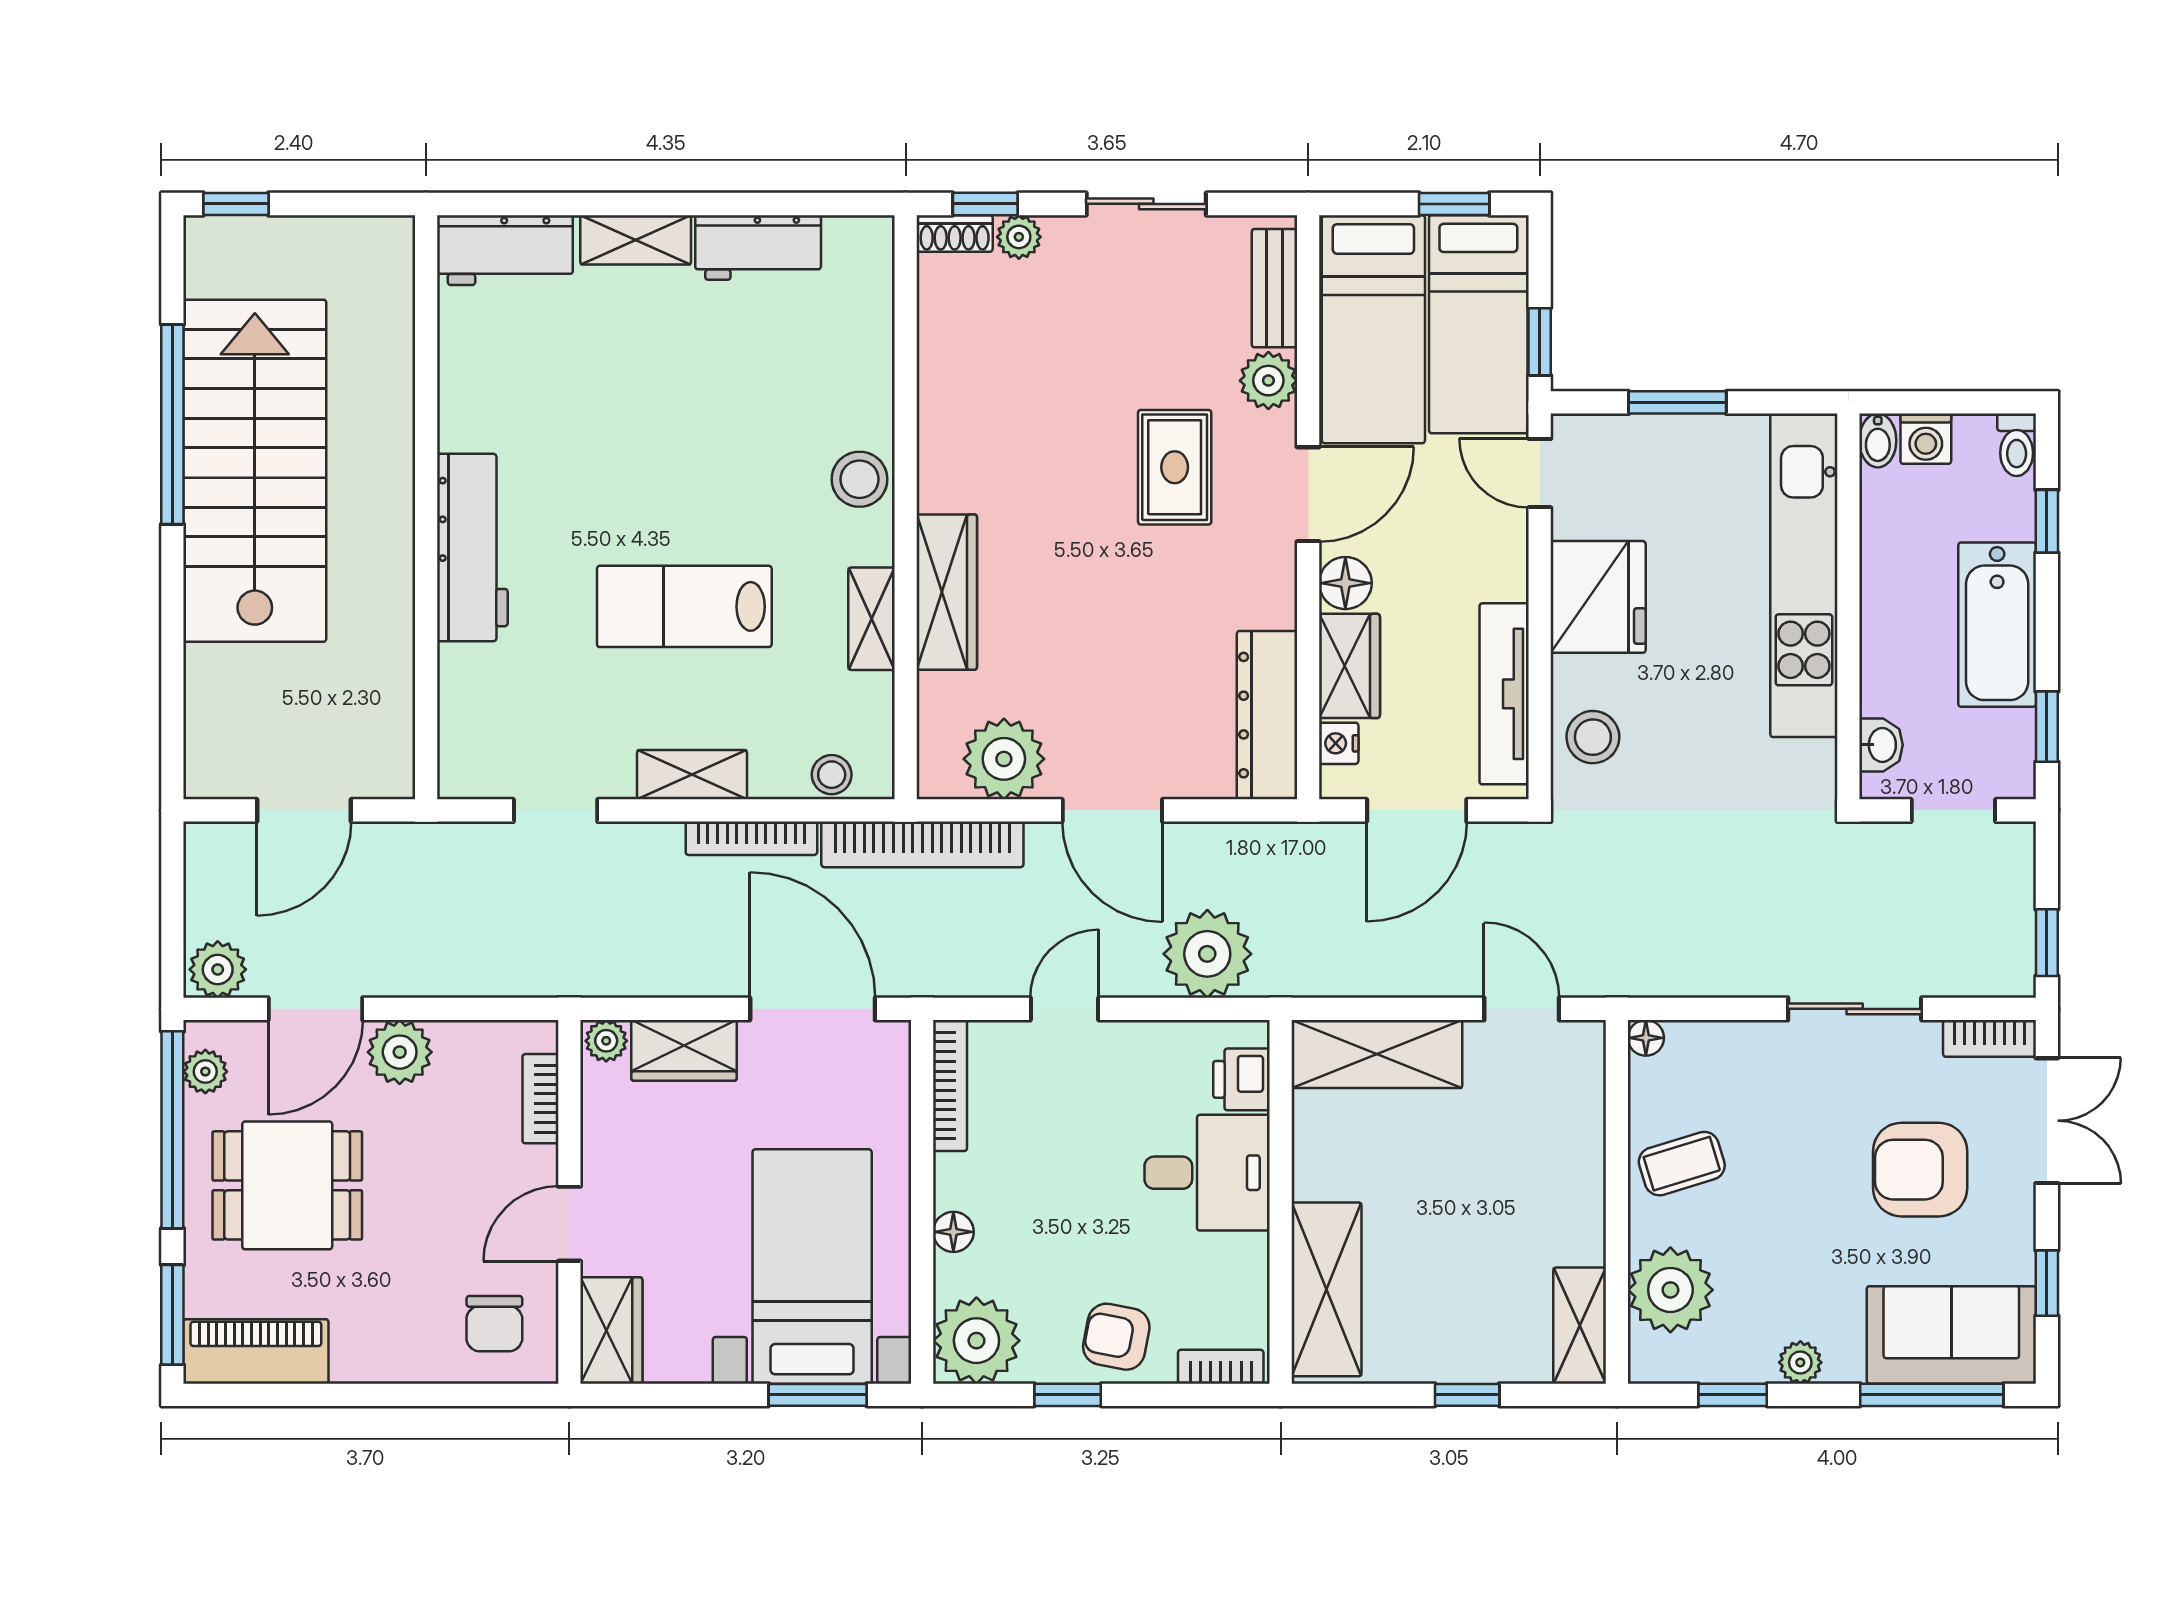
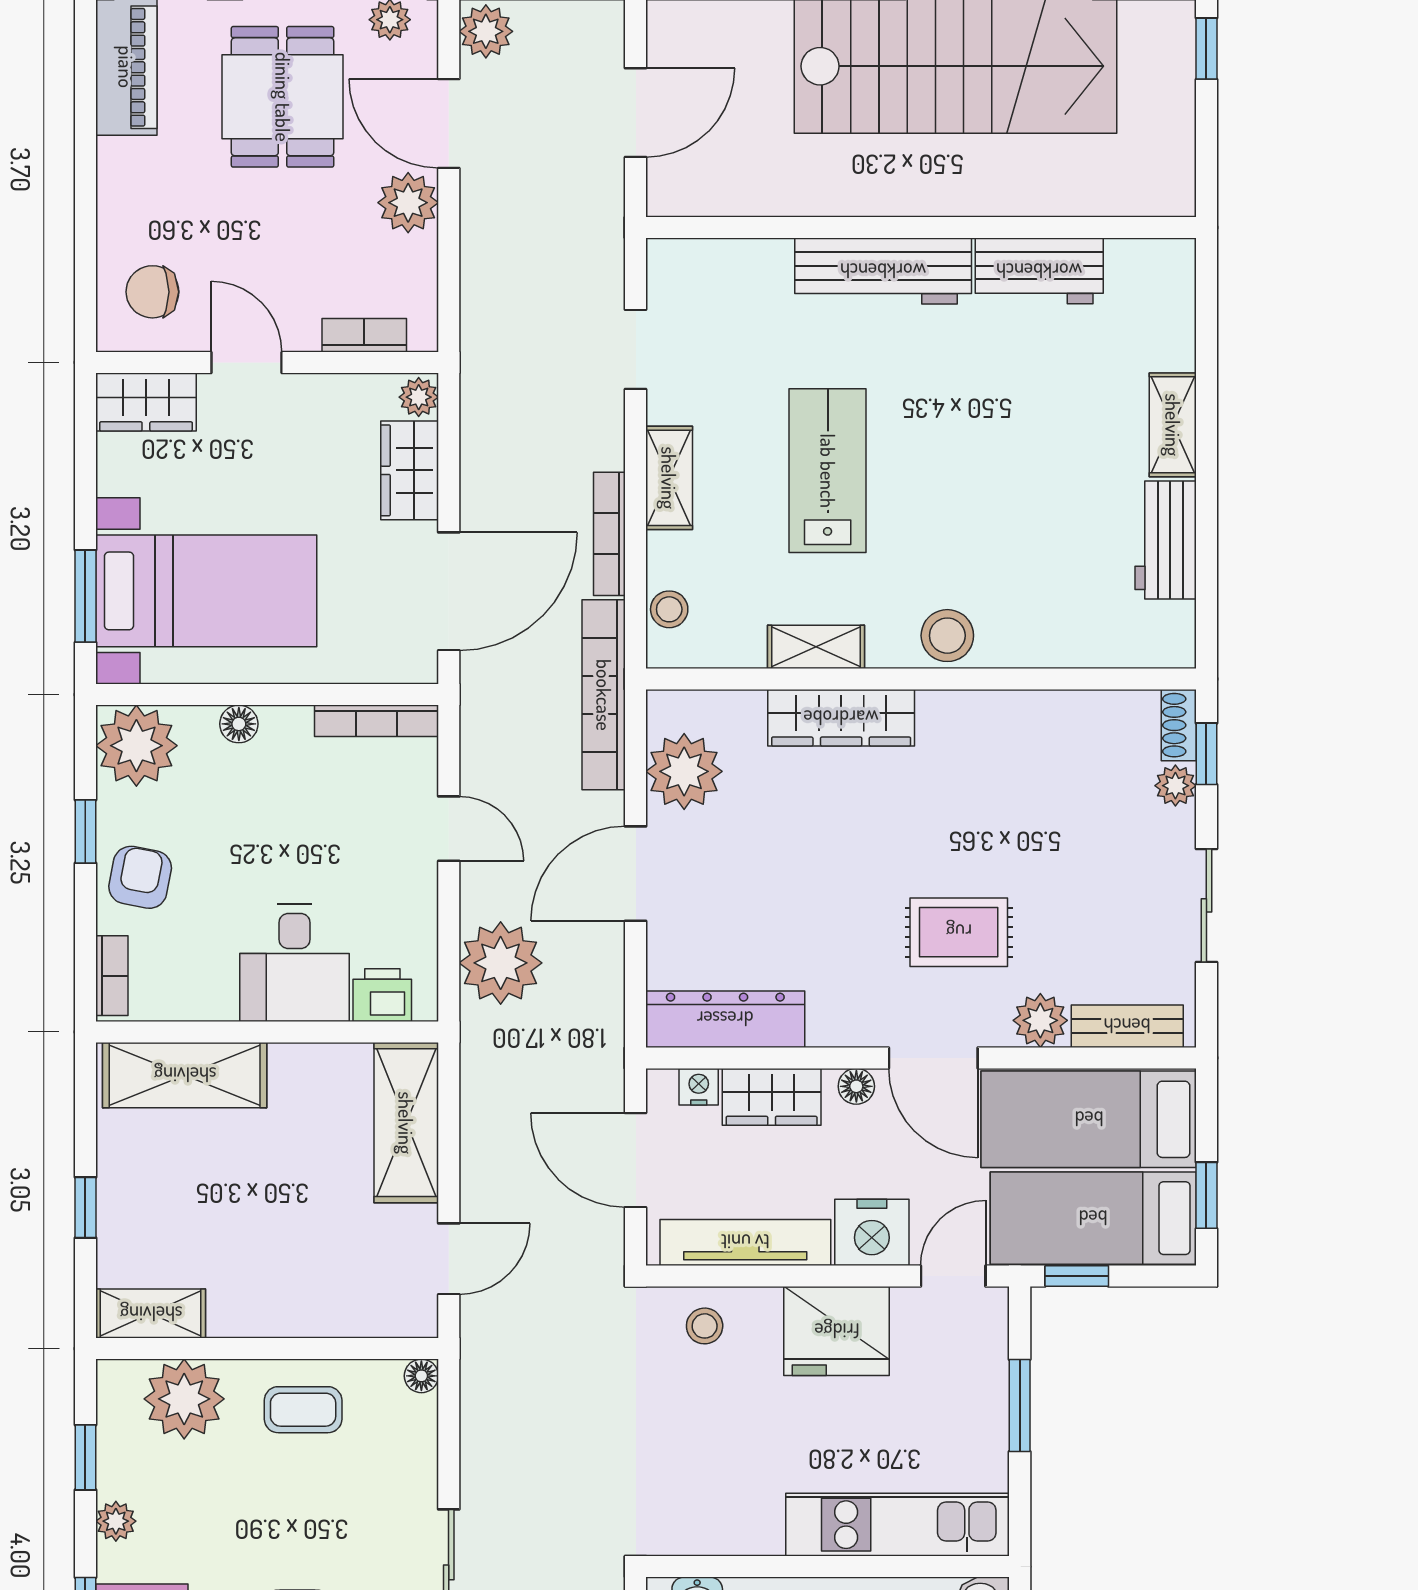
workbench: (505, 250) -> (1039, 271), moved, turned -90
nightstand: (1493, 559) -> (872, 1232), added
kitchen unit: (1804, 575) -> (897, 1525), width x0.73
floor lamp: (1345, 583) -> (856, 1086), width x0.73, depth x0.73
stool: (1593, 737) -> (705, 1326), width x0.73, depth x0.73
door: (304, 810) -> (636, 113), swing flipped
coffee table: (1682, 1164) -> (303, 1410), turned -73

